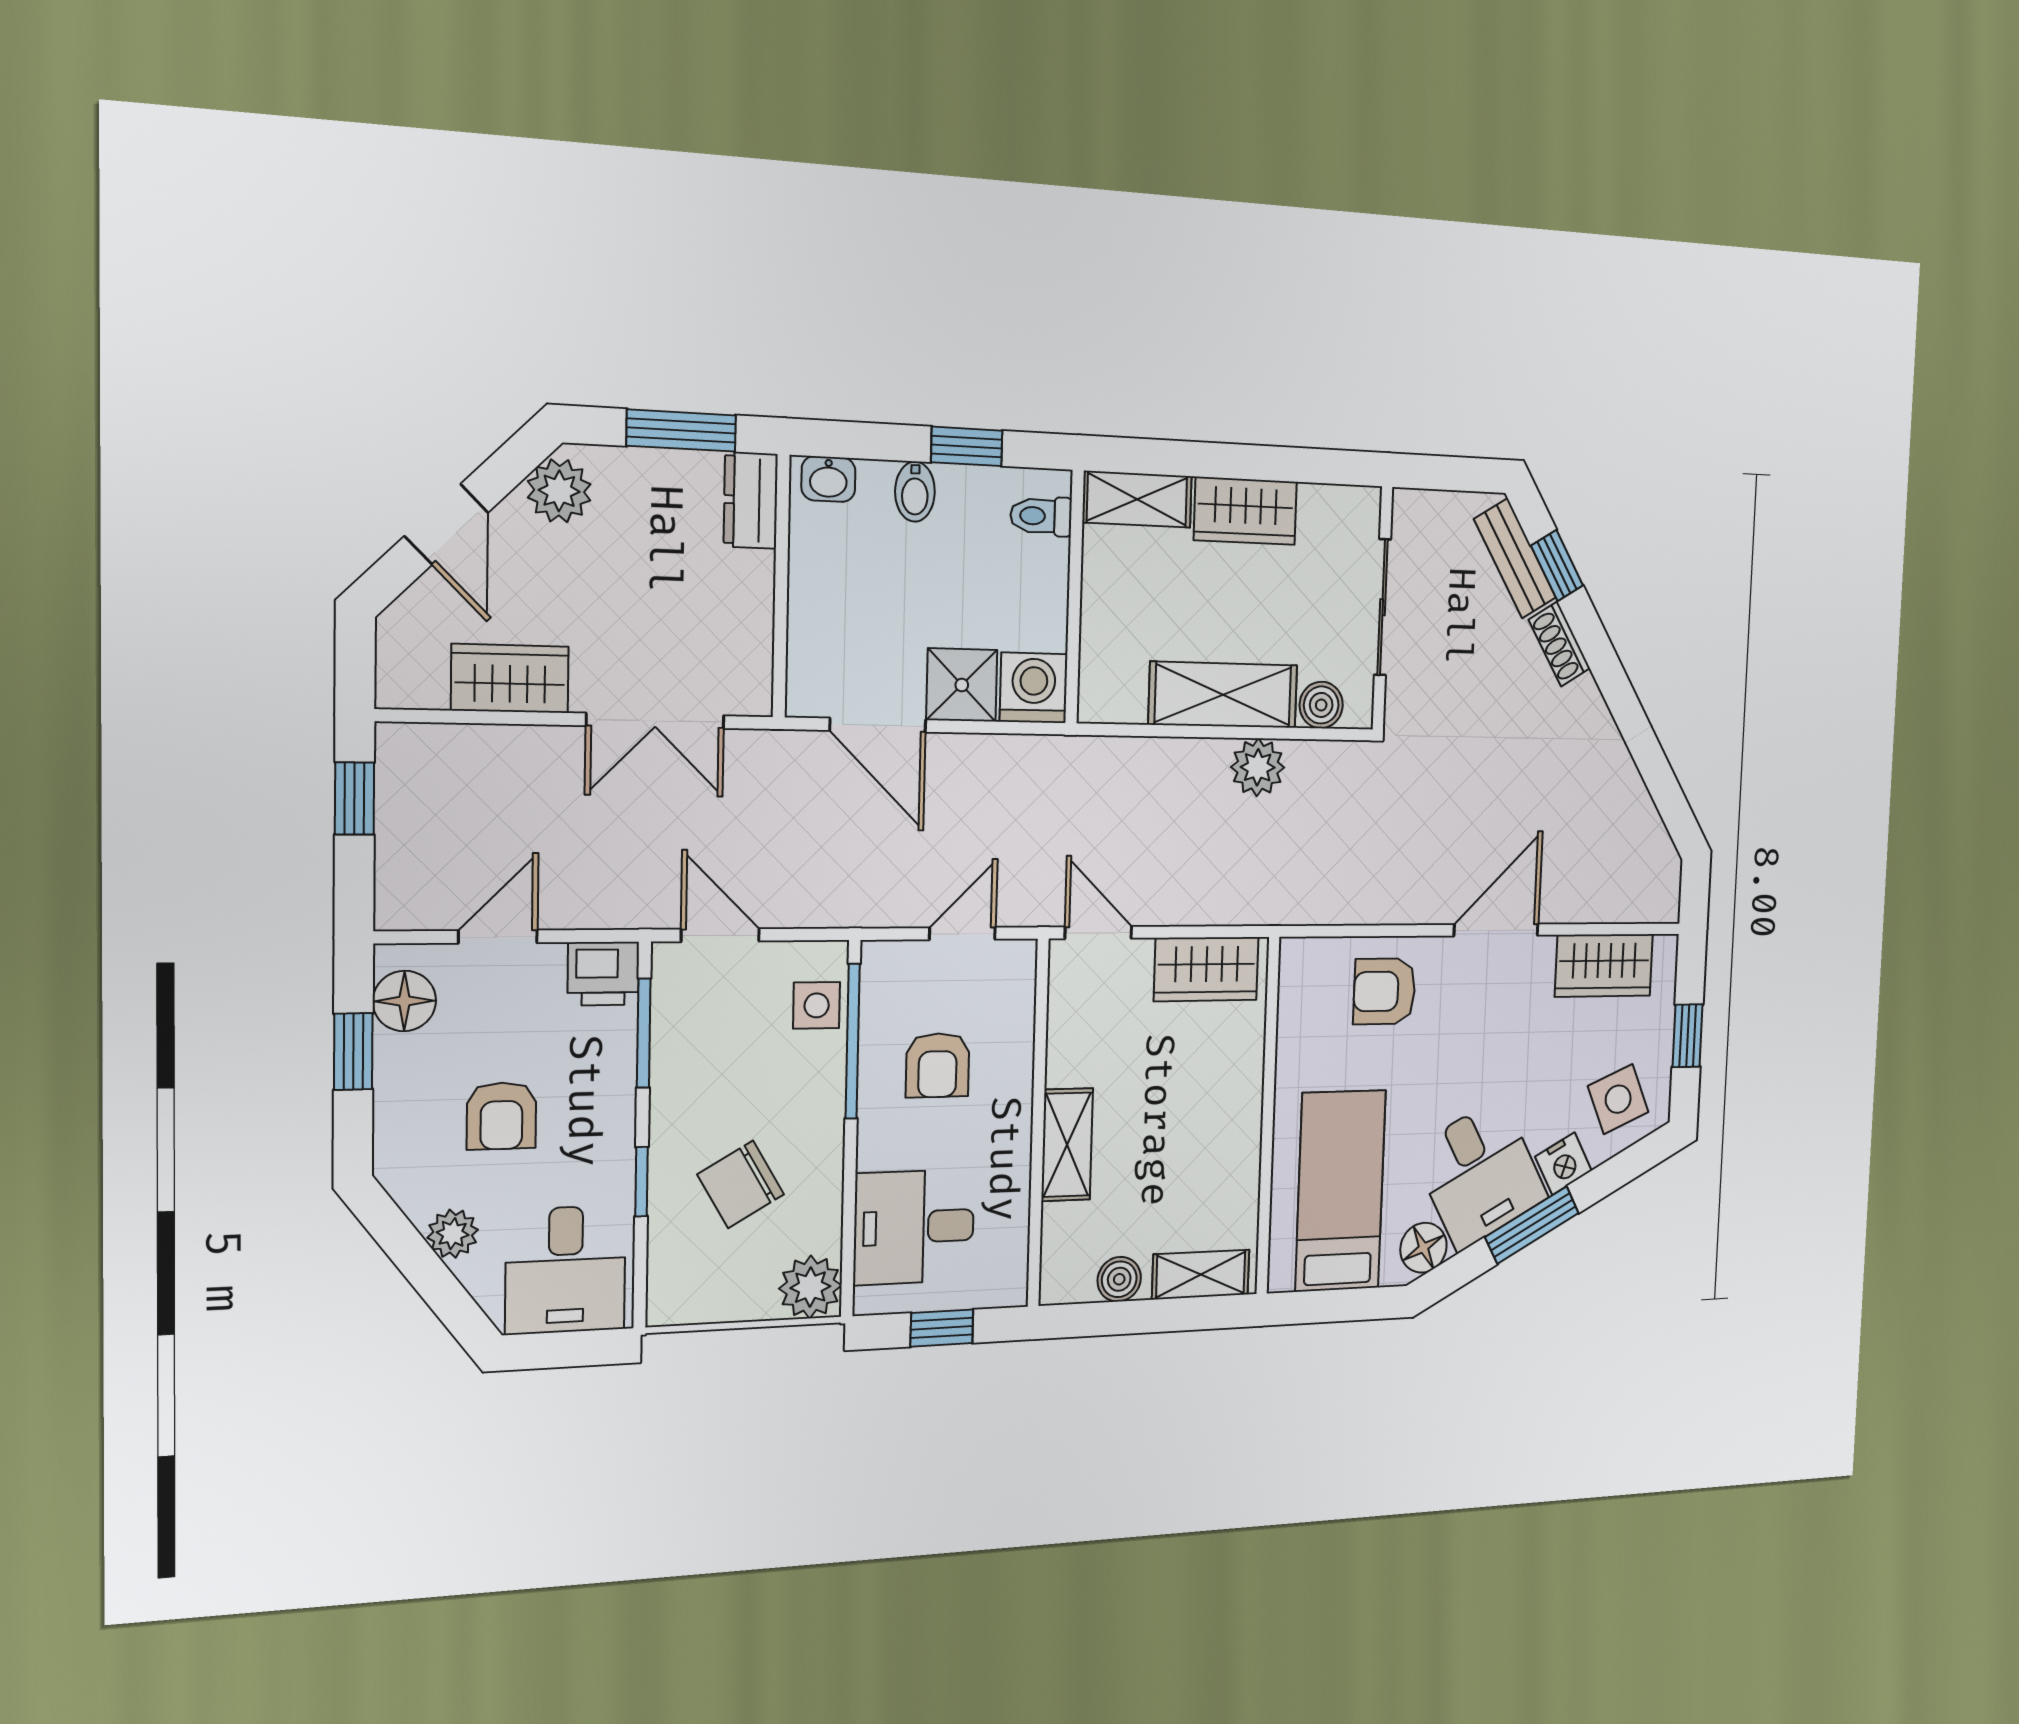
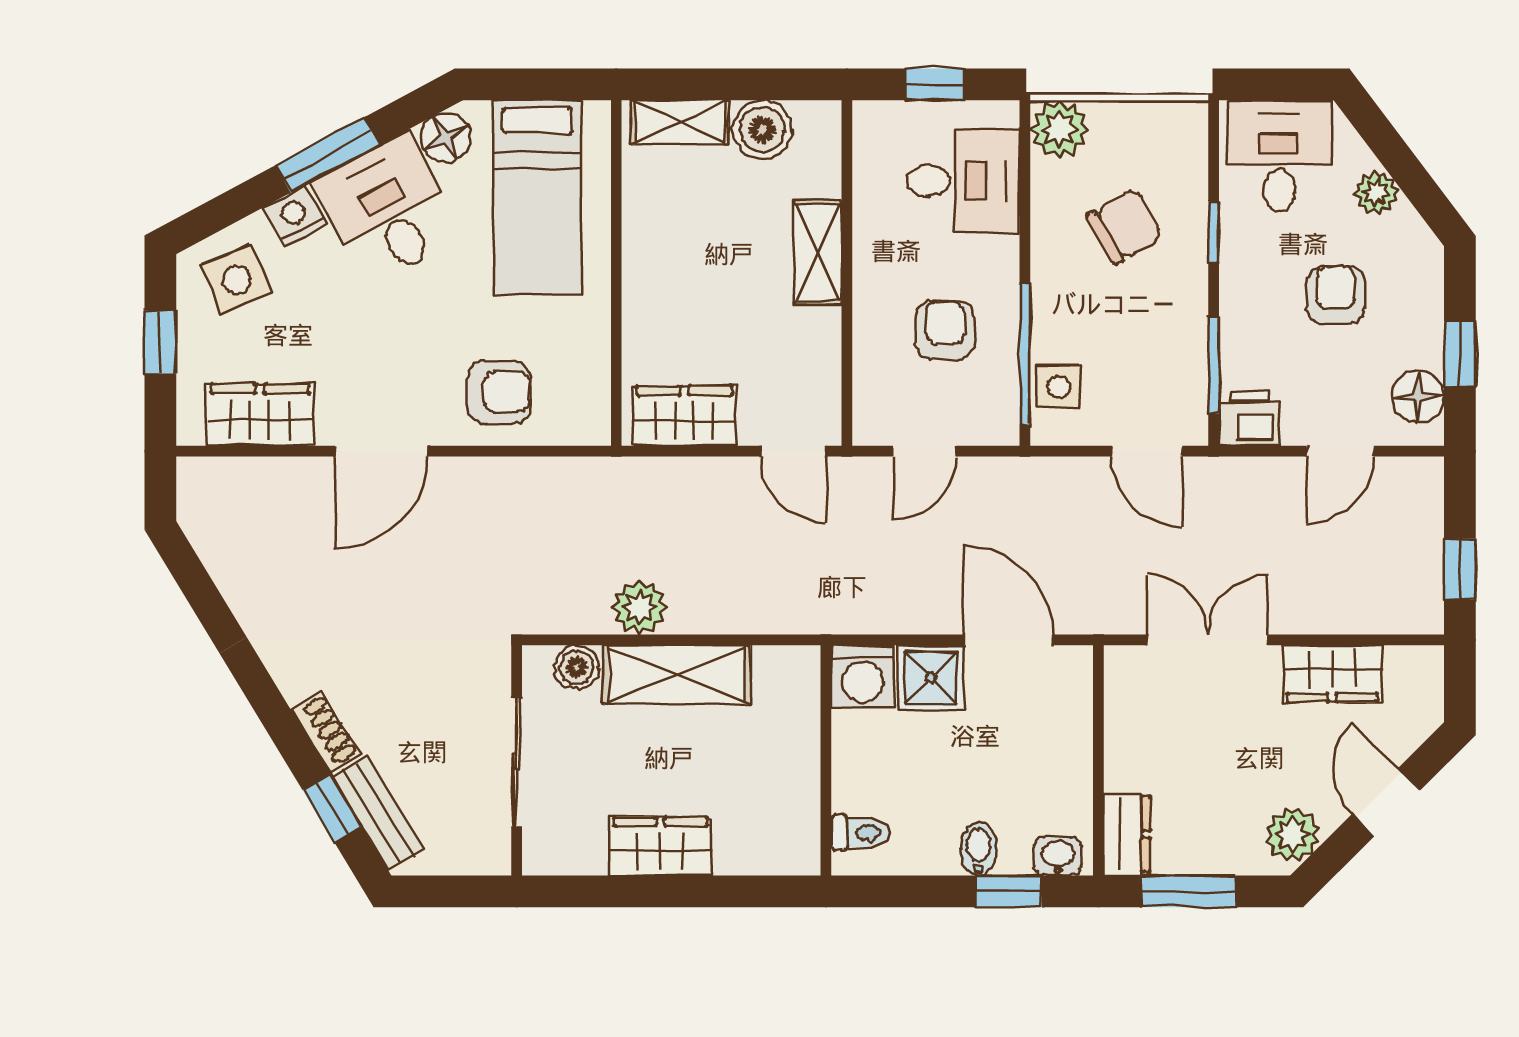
window: (967, 446) -> (1009, 891), moved
shelving: (1137, 499) -> (768, 852), removed
boiler: (1119, 1279) -> (762, 130), width x1.36, depth x1.36

